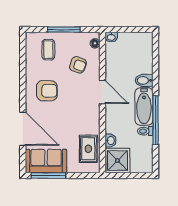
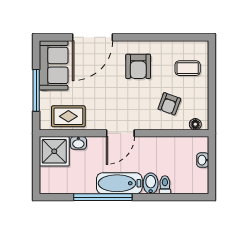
window: (64, 30) -> (212, 87), removed
washbasin: (111, 37) -> (203, 160), moved
door: (102, 92) -> (120, 133), moved
toilet: (145, 131) -> (165, 185), moved
window: (48, 176) -> (36, 90), moved

